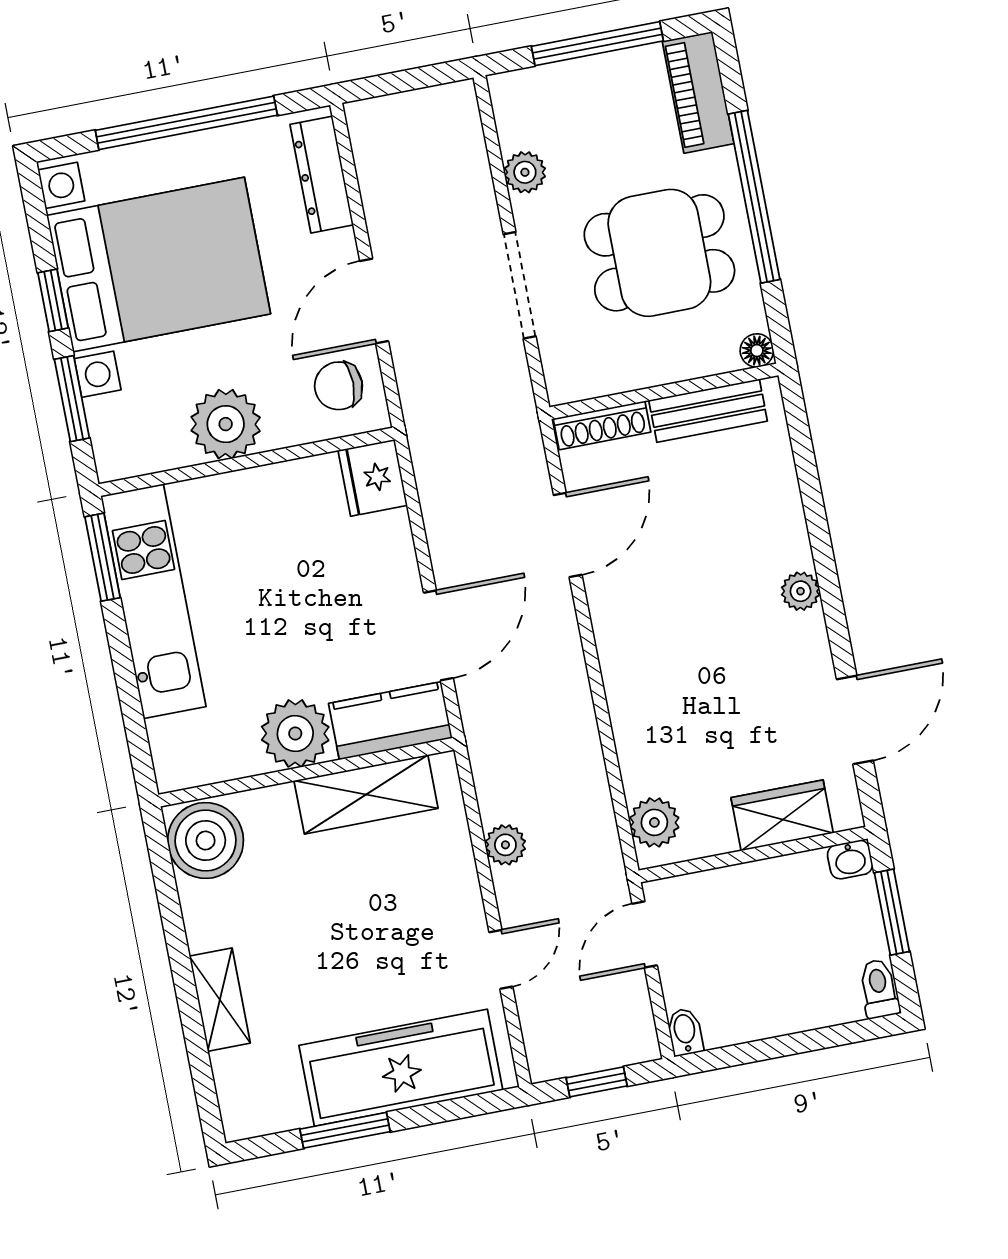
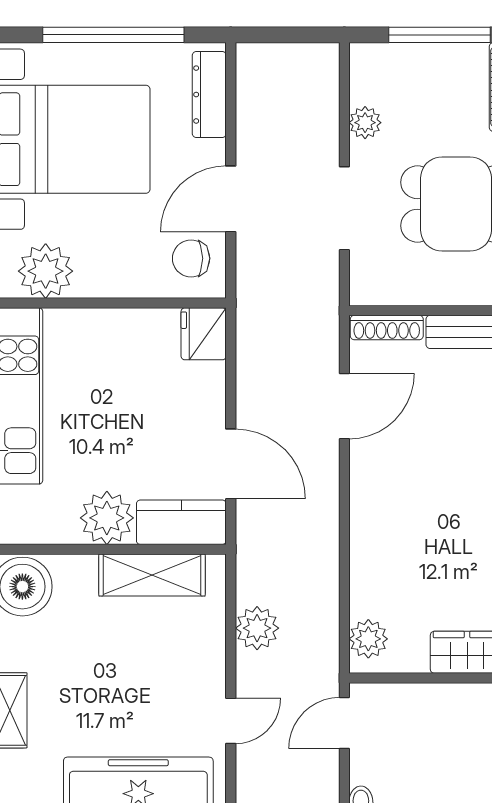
plant: (226, 424) -> (46, 271), moved
door: (438, 635) -> (231, 464), hinge flipped
plant: (505, 845) -> (257, 628), width x1.38, depth x1.38

